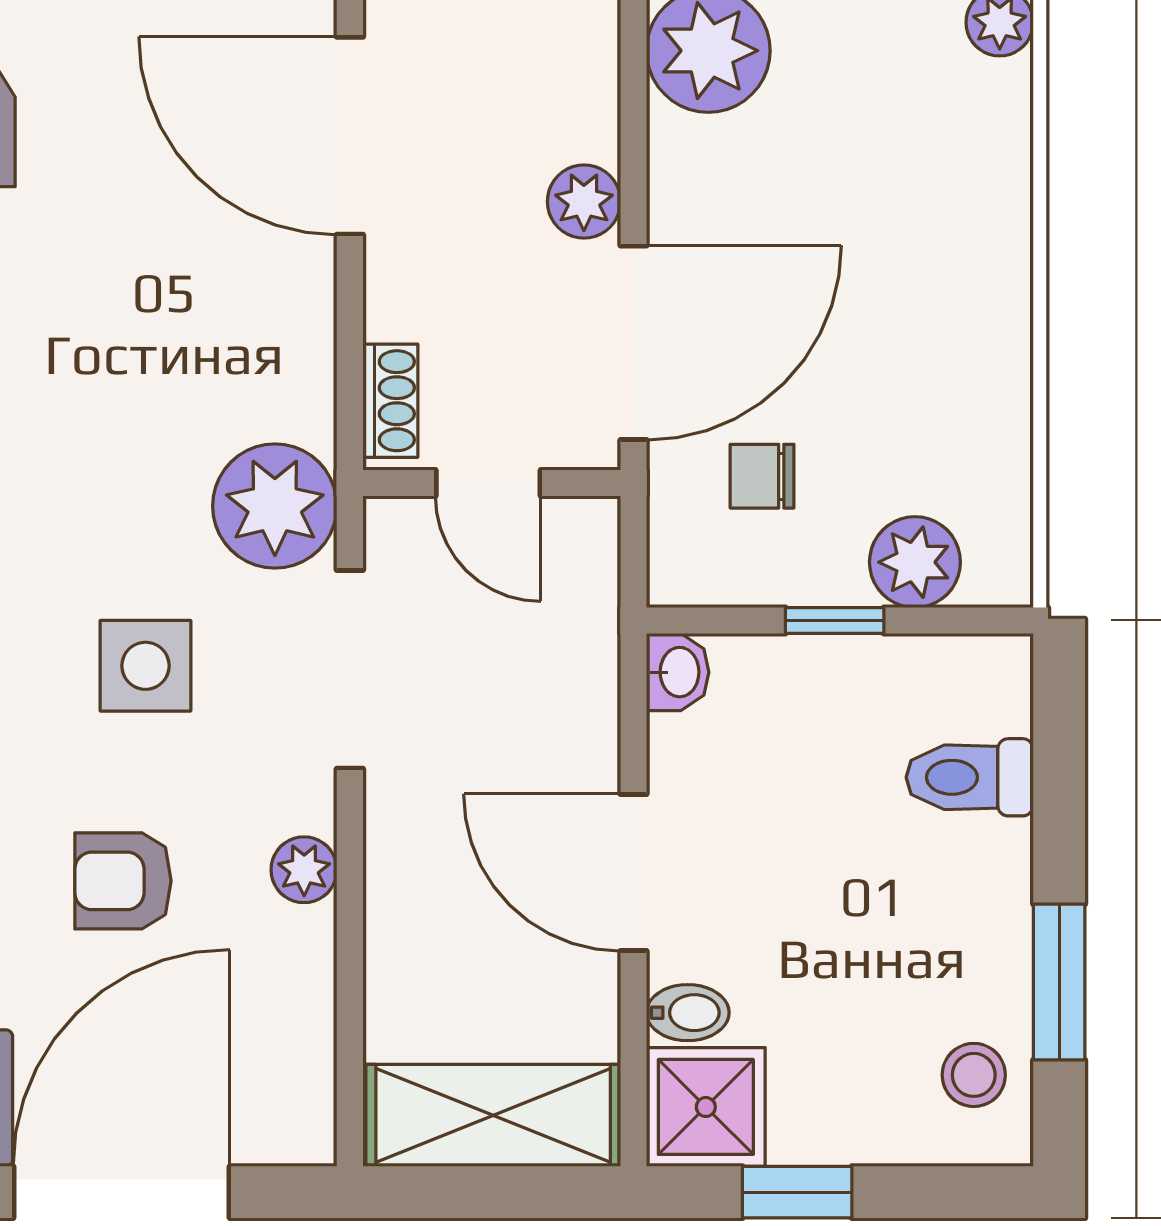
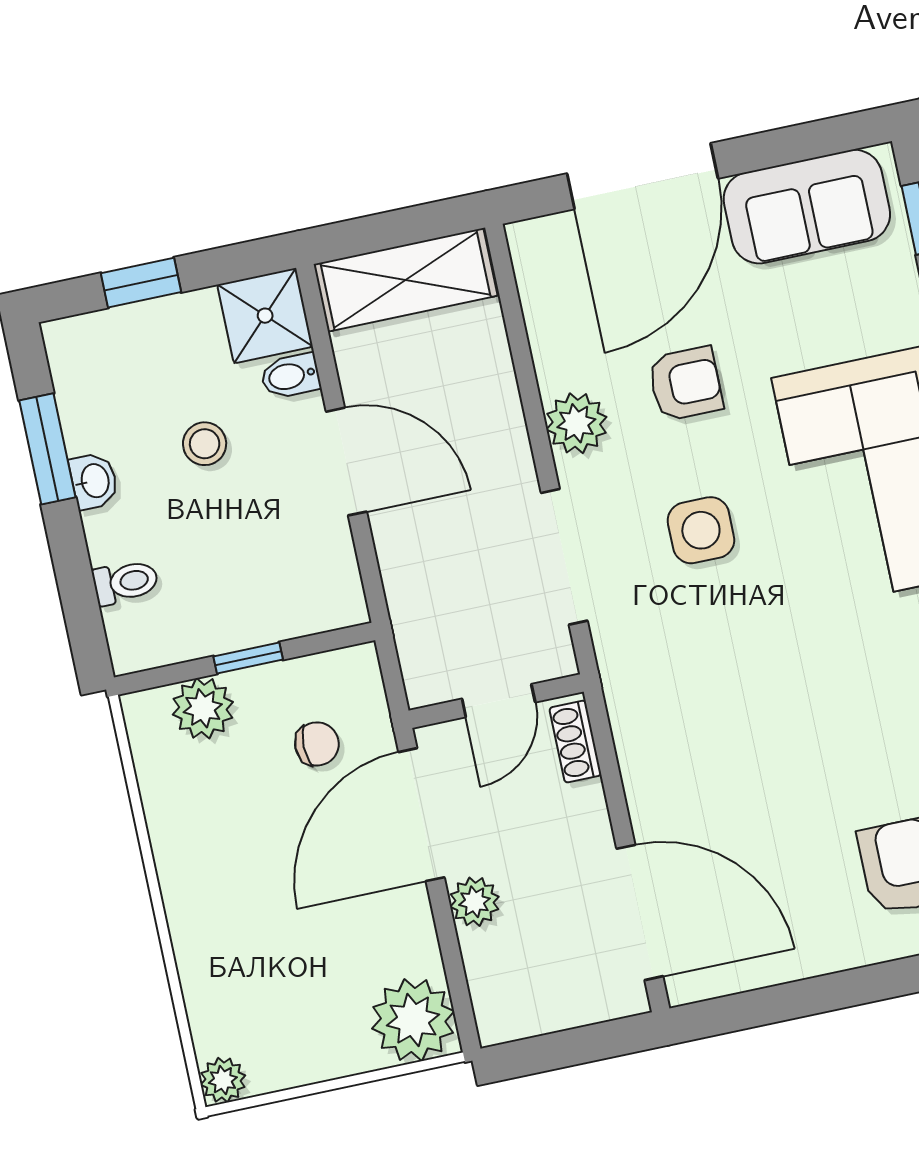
door: (488, 483) -> (499, 701), swing flipped
plant: (275, 506) -> (637, 655), removed
washbasin: (678, 672) -> (94, 481), moved, turned 180
toilet: (970, 777) -> (126, 582), width x0.73, depth x0.72
plant: (304, 870) -> (576, 423), width x1.38, depth x1.38
stool: (974, 1075) -> (205, 444), moved
window: (797, 1192) -> (141, 283), moved

